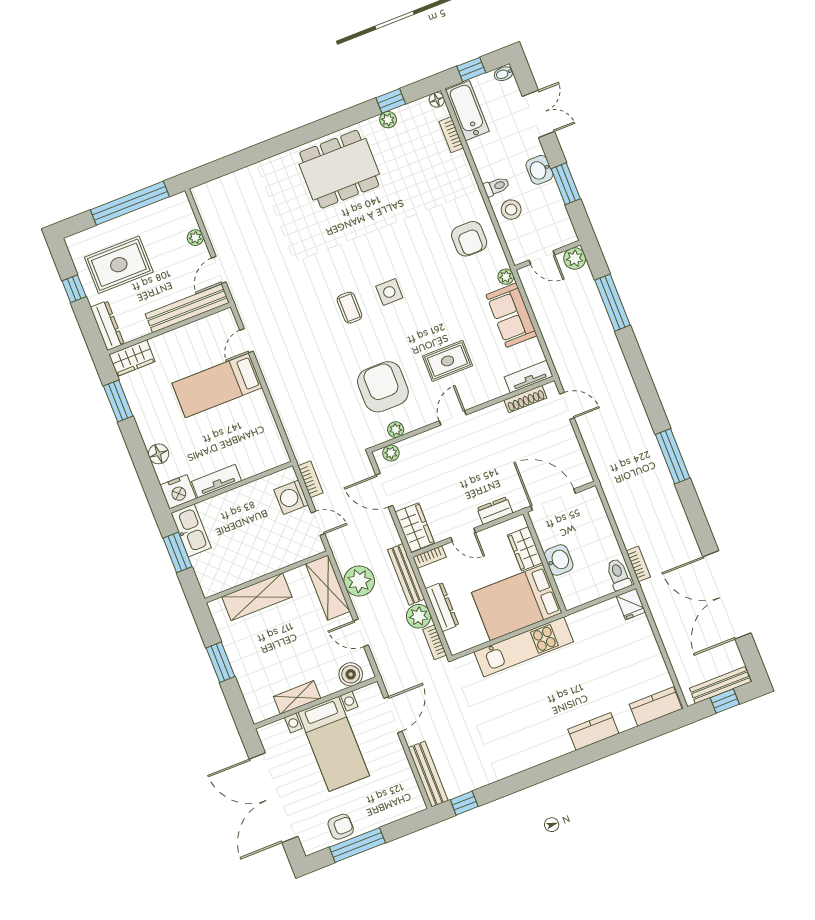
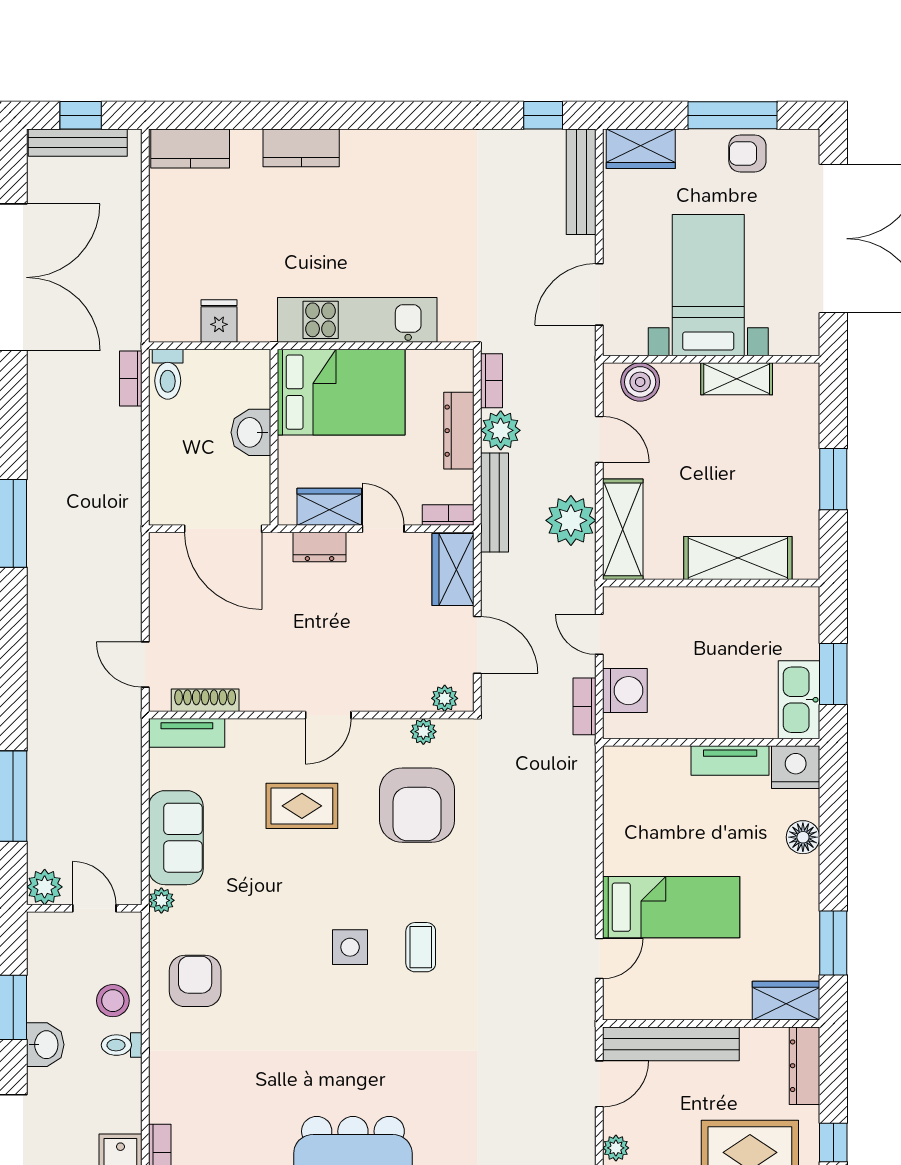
wardrobe: (525, 549) -> (329, 507), moved, turned -90
fridge: (631, 604) -> (219, 321), moved
wardrobe: (402, 806) -> (641, 149), added

